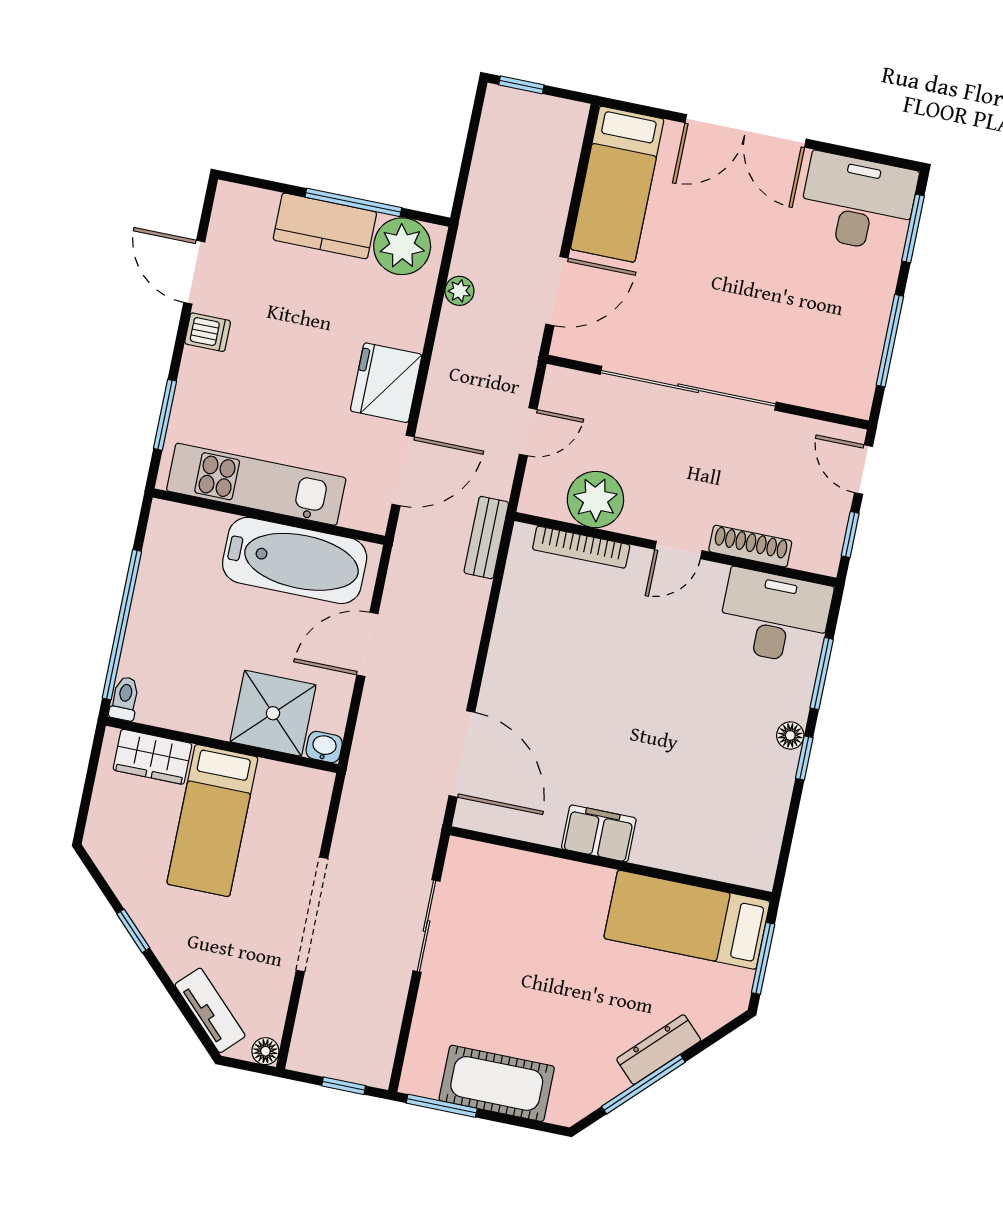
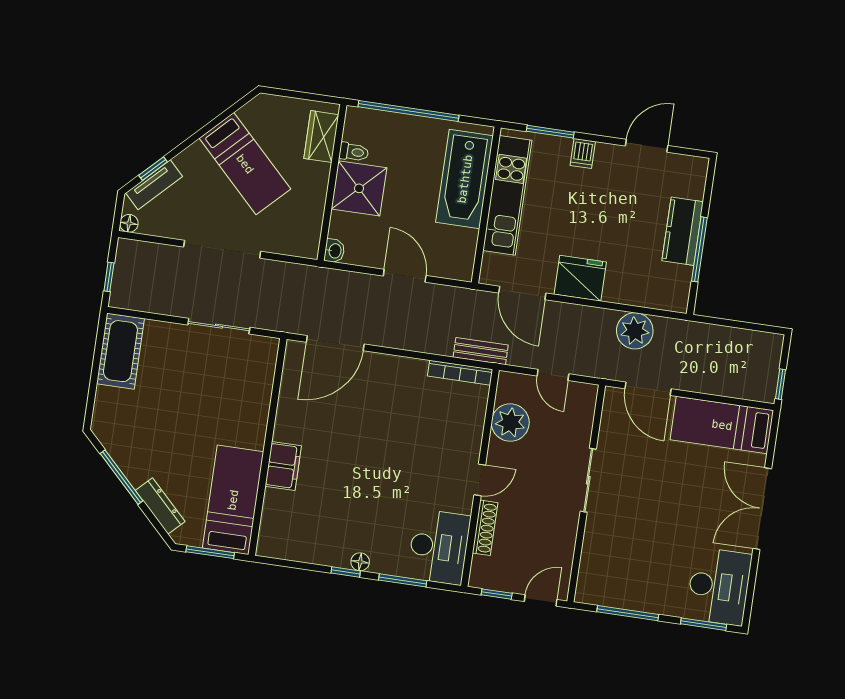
window: (521, 85) -> (780, 384), moved
plant: (402, 246) -> (672, 284), removed
plant: (459, 291) -> (635, 331), width x1.88, depth x1.88
dishwasher: (208, 332) -> (583, 153), moved
sliding door: (688, 388) -> (588, 480), width x0.54
bookcase: (581, 547) -> (460, 373), moved, turned -90
door: (678, 550) -> (480, 480), swing flipped
bathtub: (295, 560) -> (465, 179), moved
toilet: (125, 699) -> (354, 152), moved
shower: (273, 713) -> (359, 188), moved
bed: (212, 821) -> (245, 164), moved, turned -135
filing cabinet: (599, 833) -> (283, 466), moved
window: (133, 931) -> (153, 169), moved
dresser: (659, 1050) -> (160, 506), moved
cot: (497, 1083) -> (120, 351), moved
window: (442, 1106) -> (99, 343), removed

